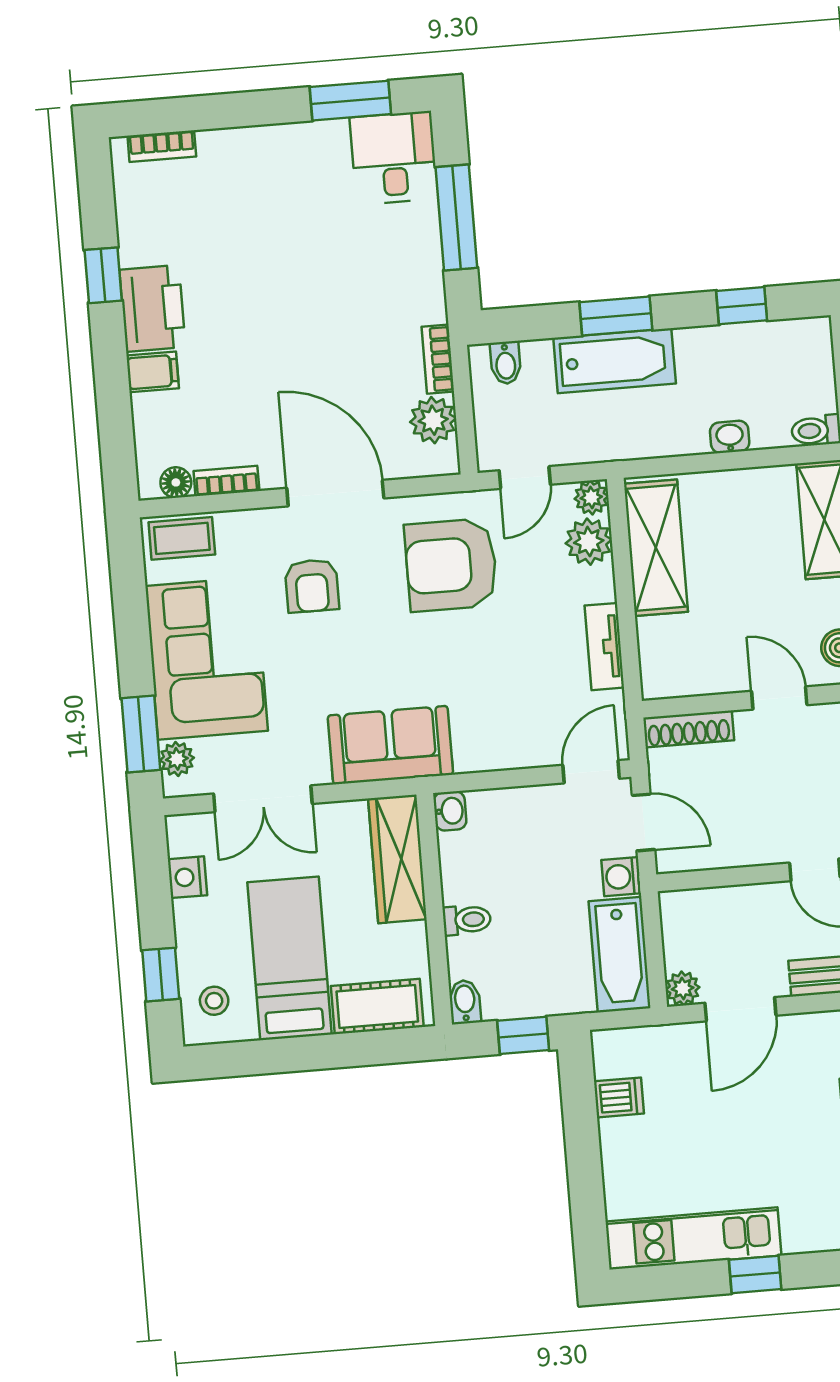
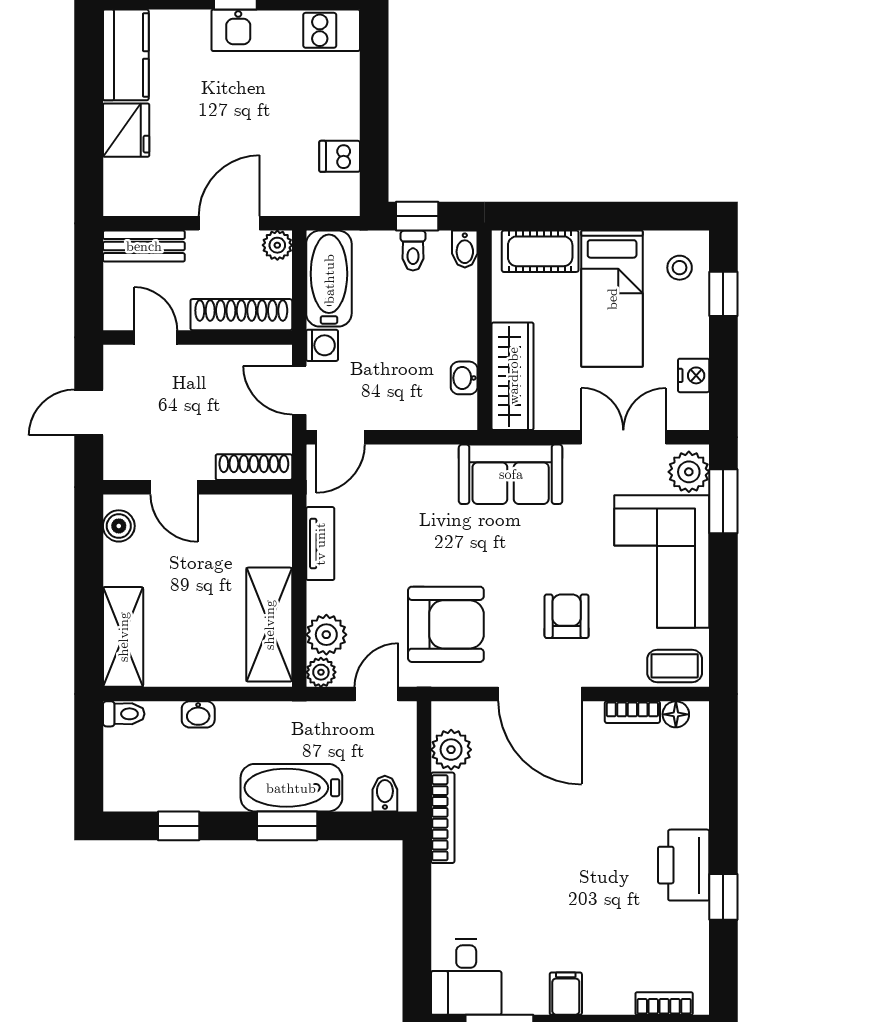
window: (456, 217) -> (417, 922), removed
bookcase: (438, 359) -> (443, 818), width x1.56
filing cabinet: (153, 372) -> (566, 994), moved, turned 90
plant: (177, 759) -> (689, 472), width x1.38, depth x1.38
washbasin: (450, 811) -> (464, 378), moved
shoe rack: (718, 905) -> (241, 315), added
toilet: (467, 920) -> (413, 251), moved, turned -90

